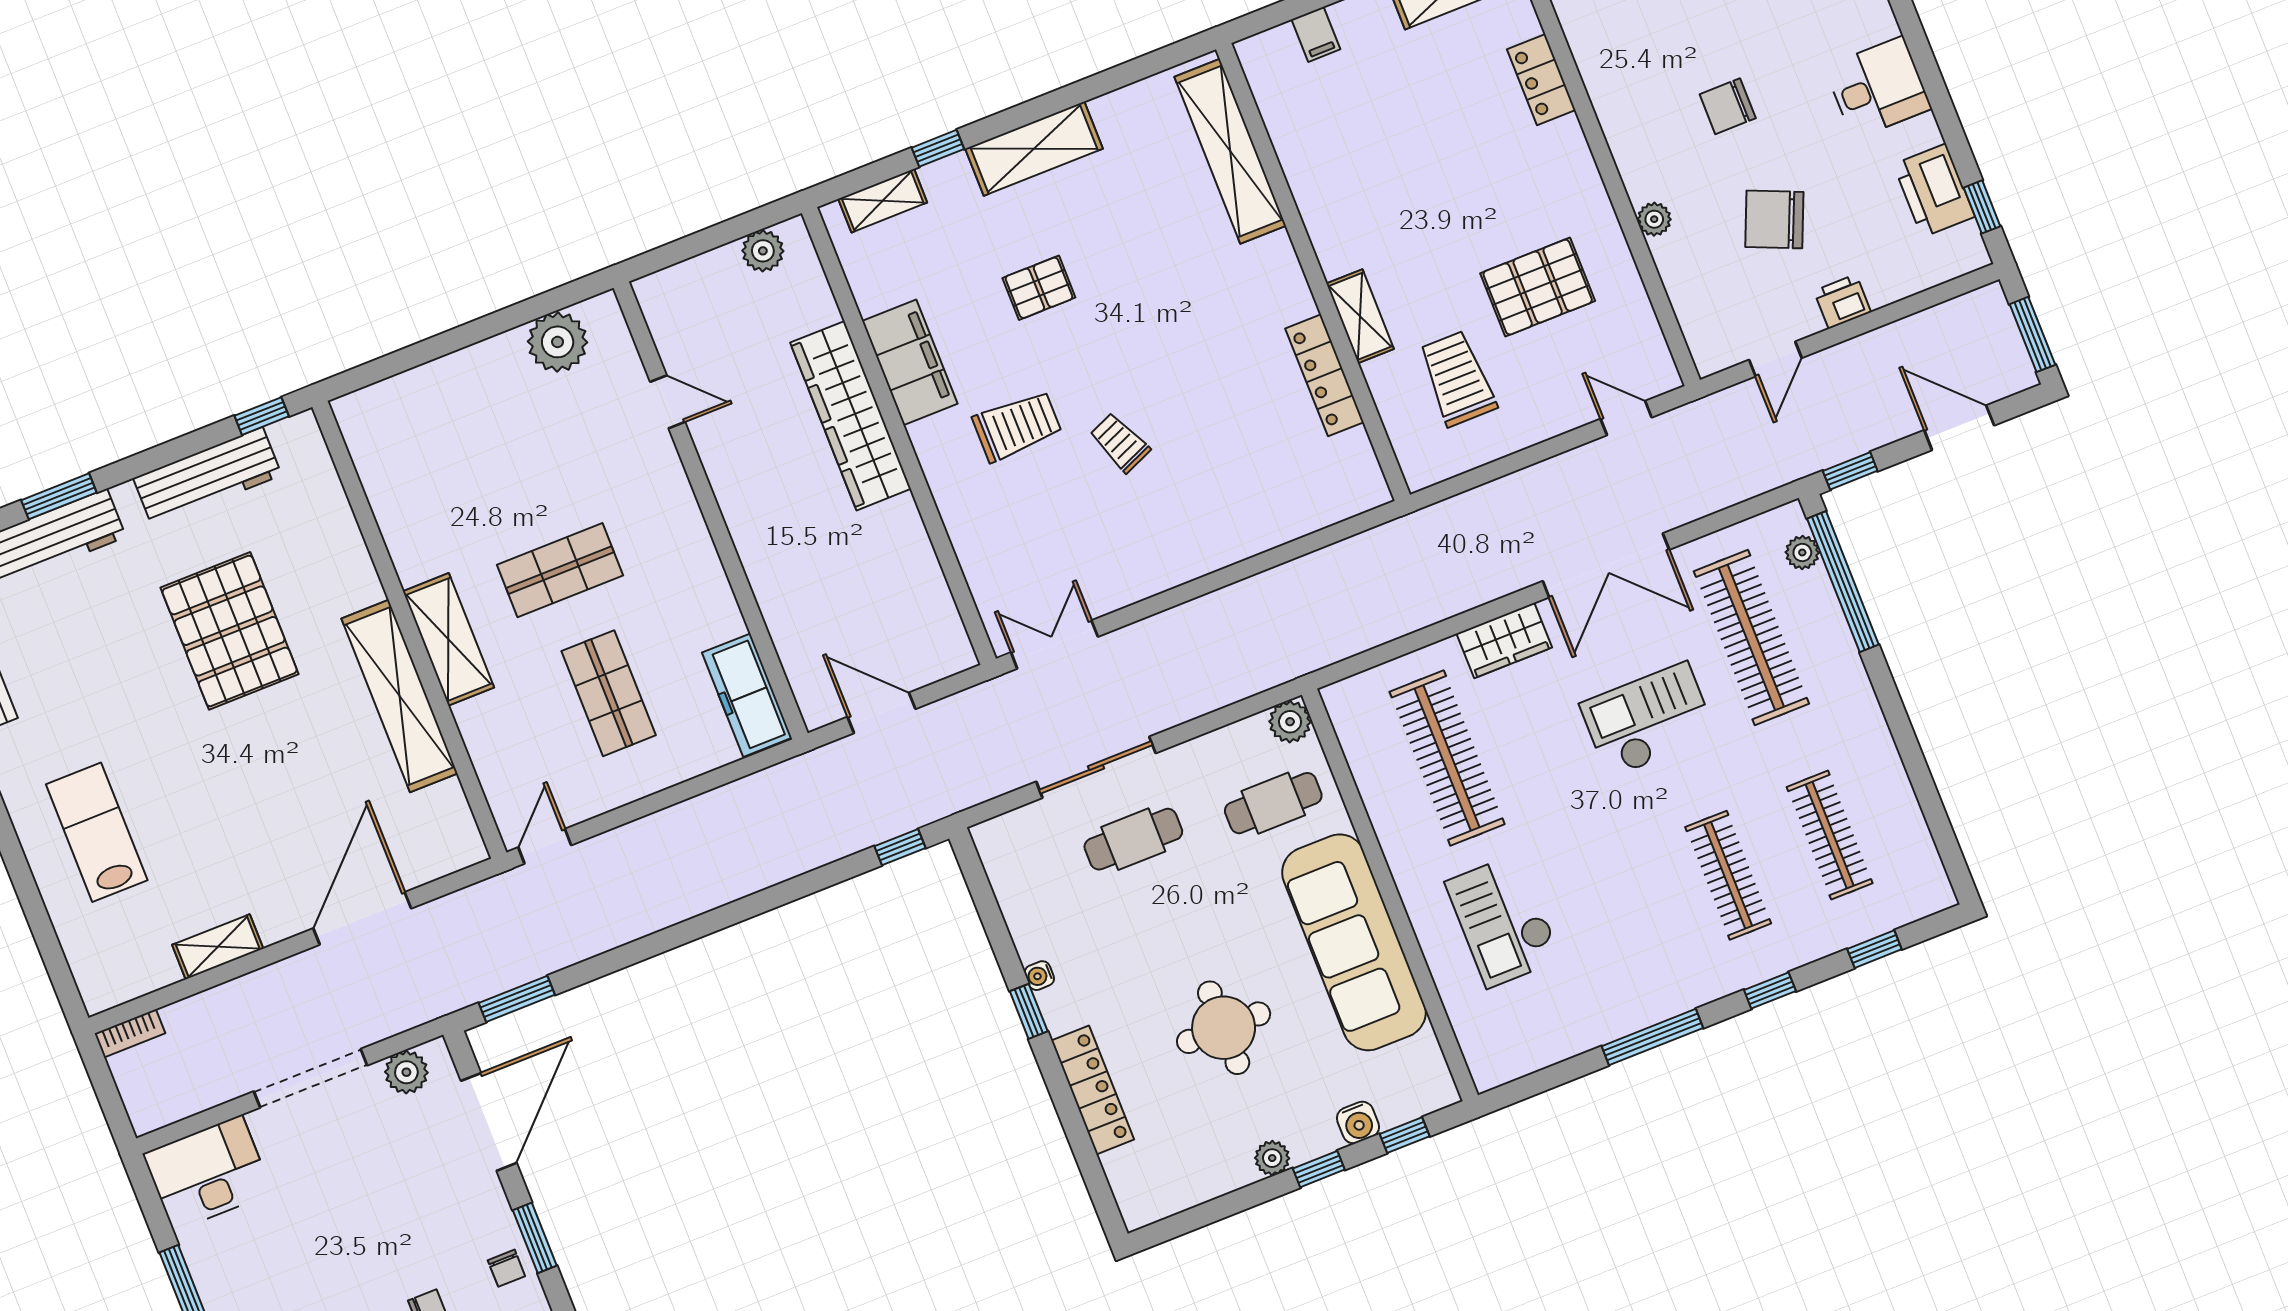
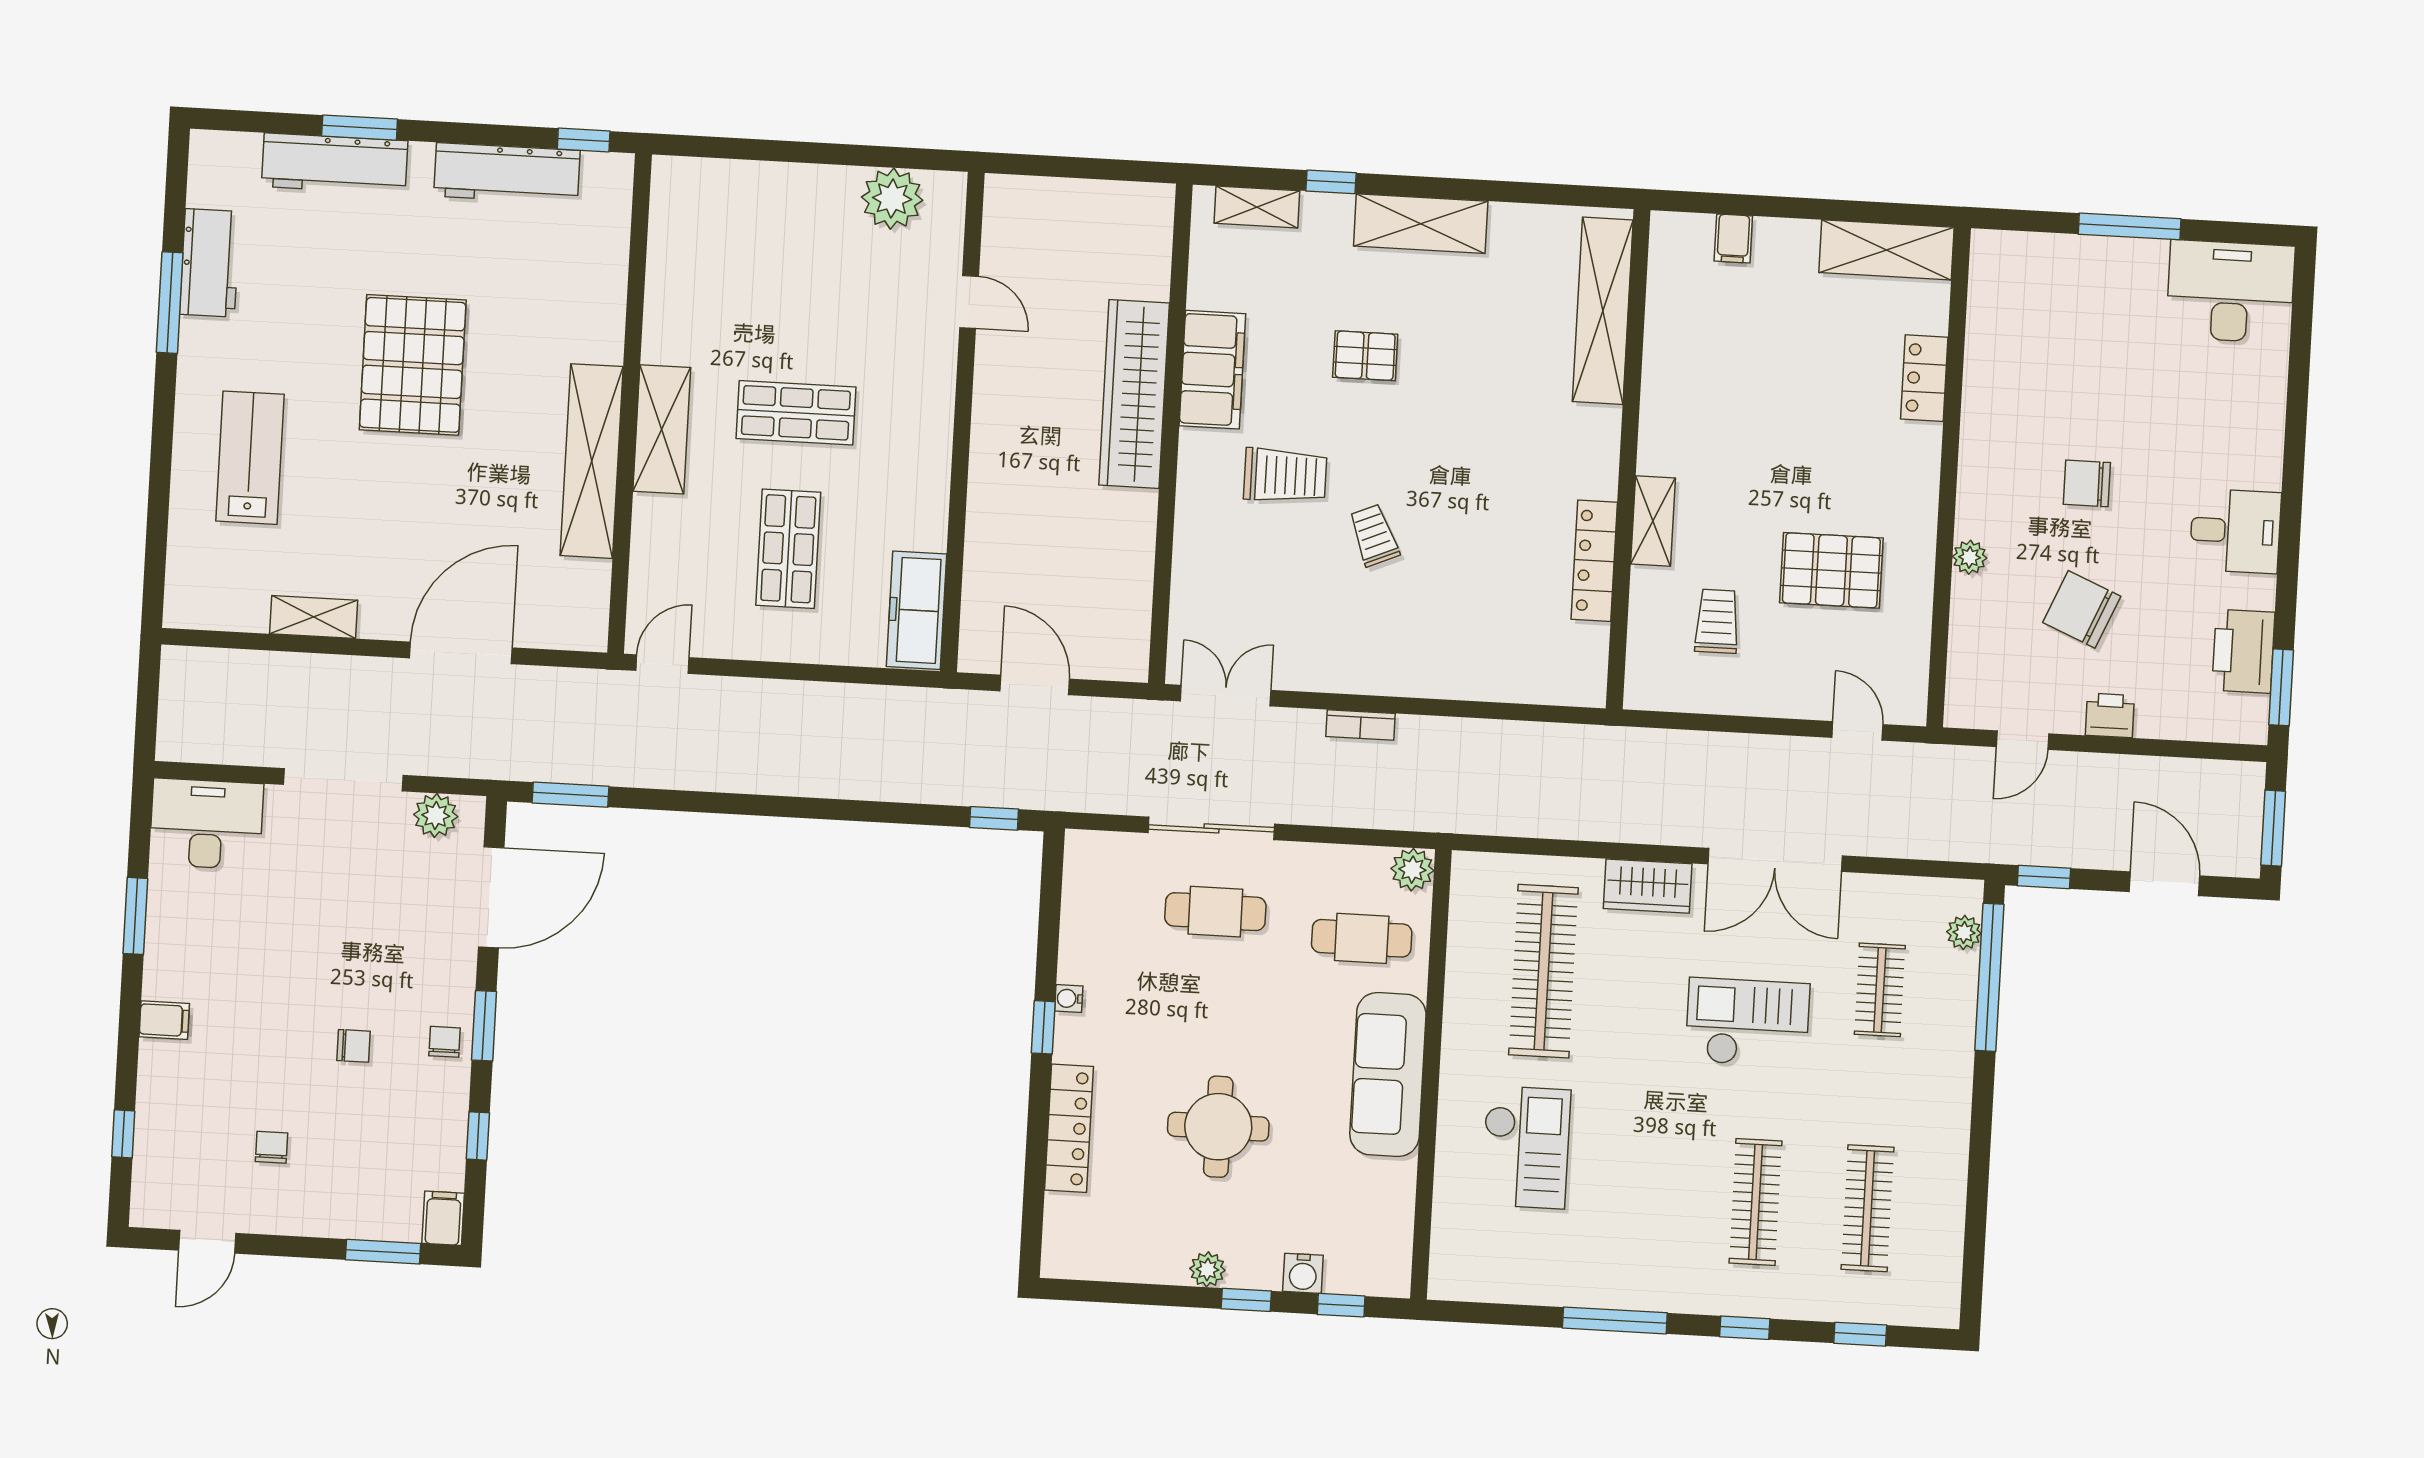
window: (1982, 207) -> (2281, 687), width x1.50
plant: (763, 251) -> (1123, 202), removed
trolley: (1457, 379) -> (1717, 621), width x0.73, depth x0.72
pallet: (230, 631) -> (413, 365), moved
clothes rail: (1751, 637) -> (1880, 990), width x0.54, depth x0.76
checkout: (1503, 921) -> (1526, 1147), turned 180
sofa: (1354, 942) -> (1388, 1074), width x0.74, depth x0.79
bookcase: (130, 1033) -> (1360, 725), moved
chair: (506, 1268) -> (445, 1042), turned 180

